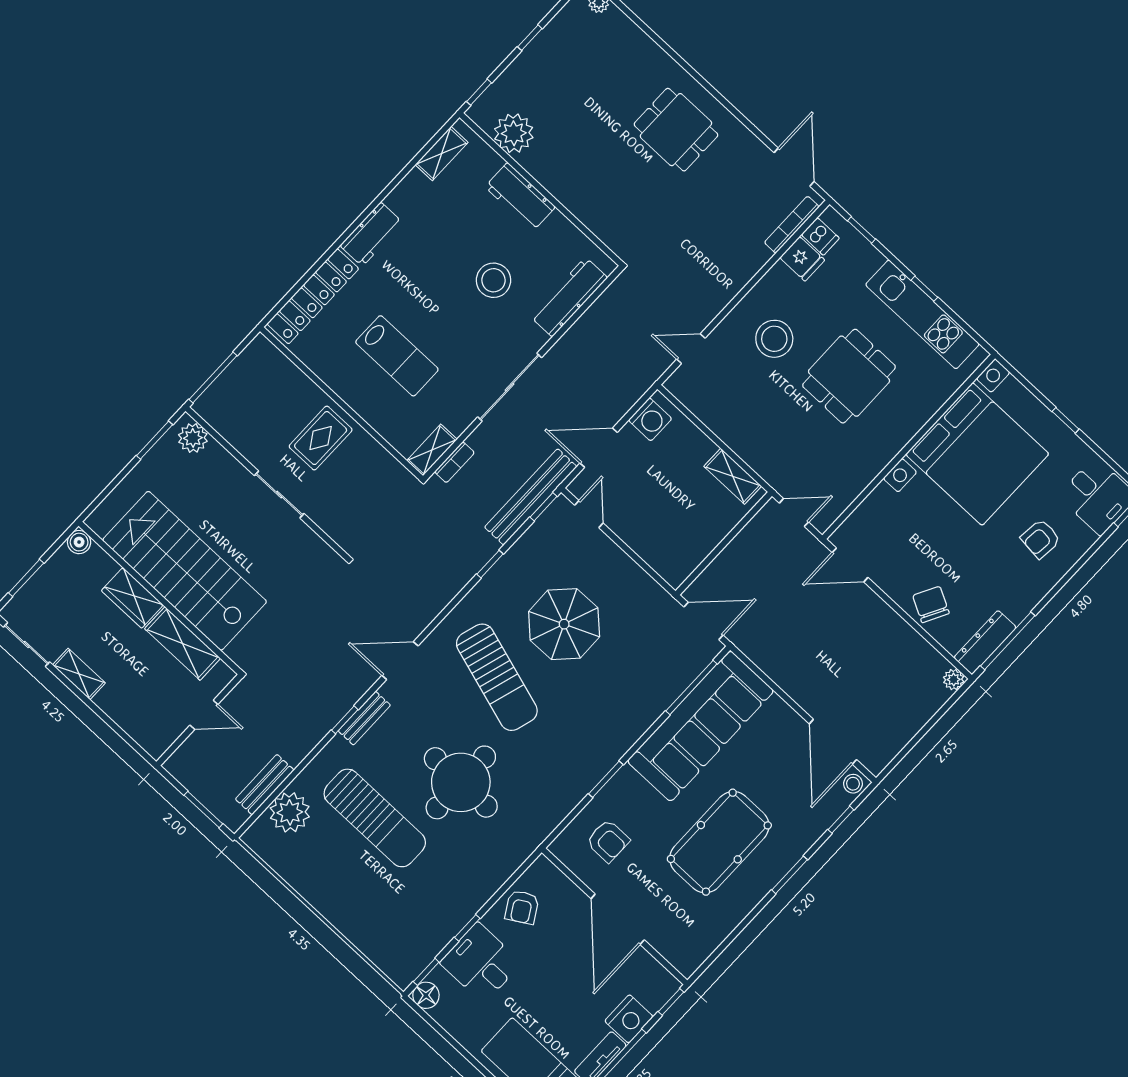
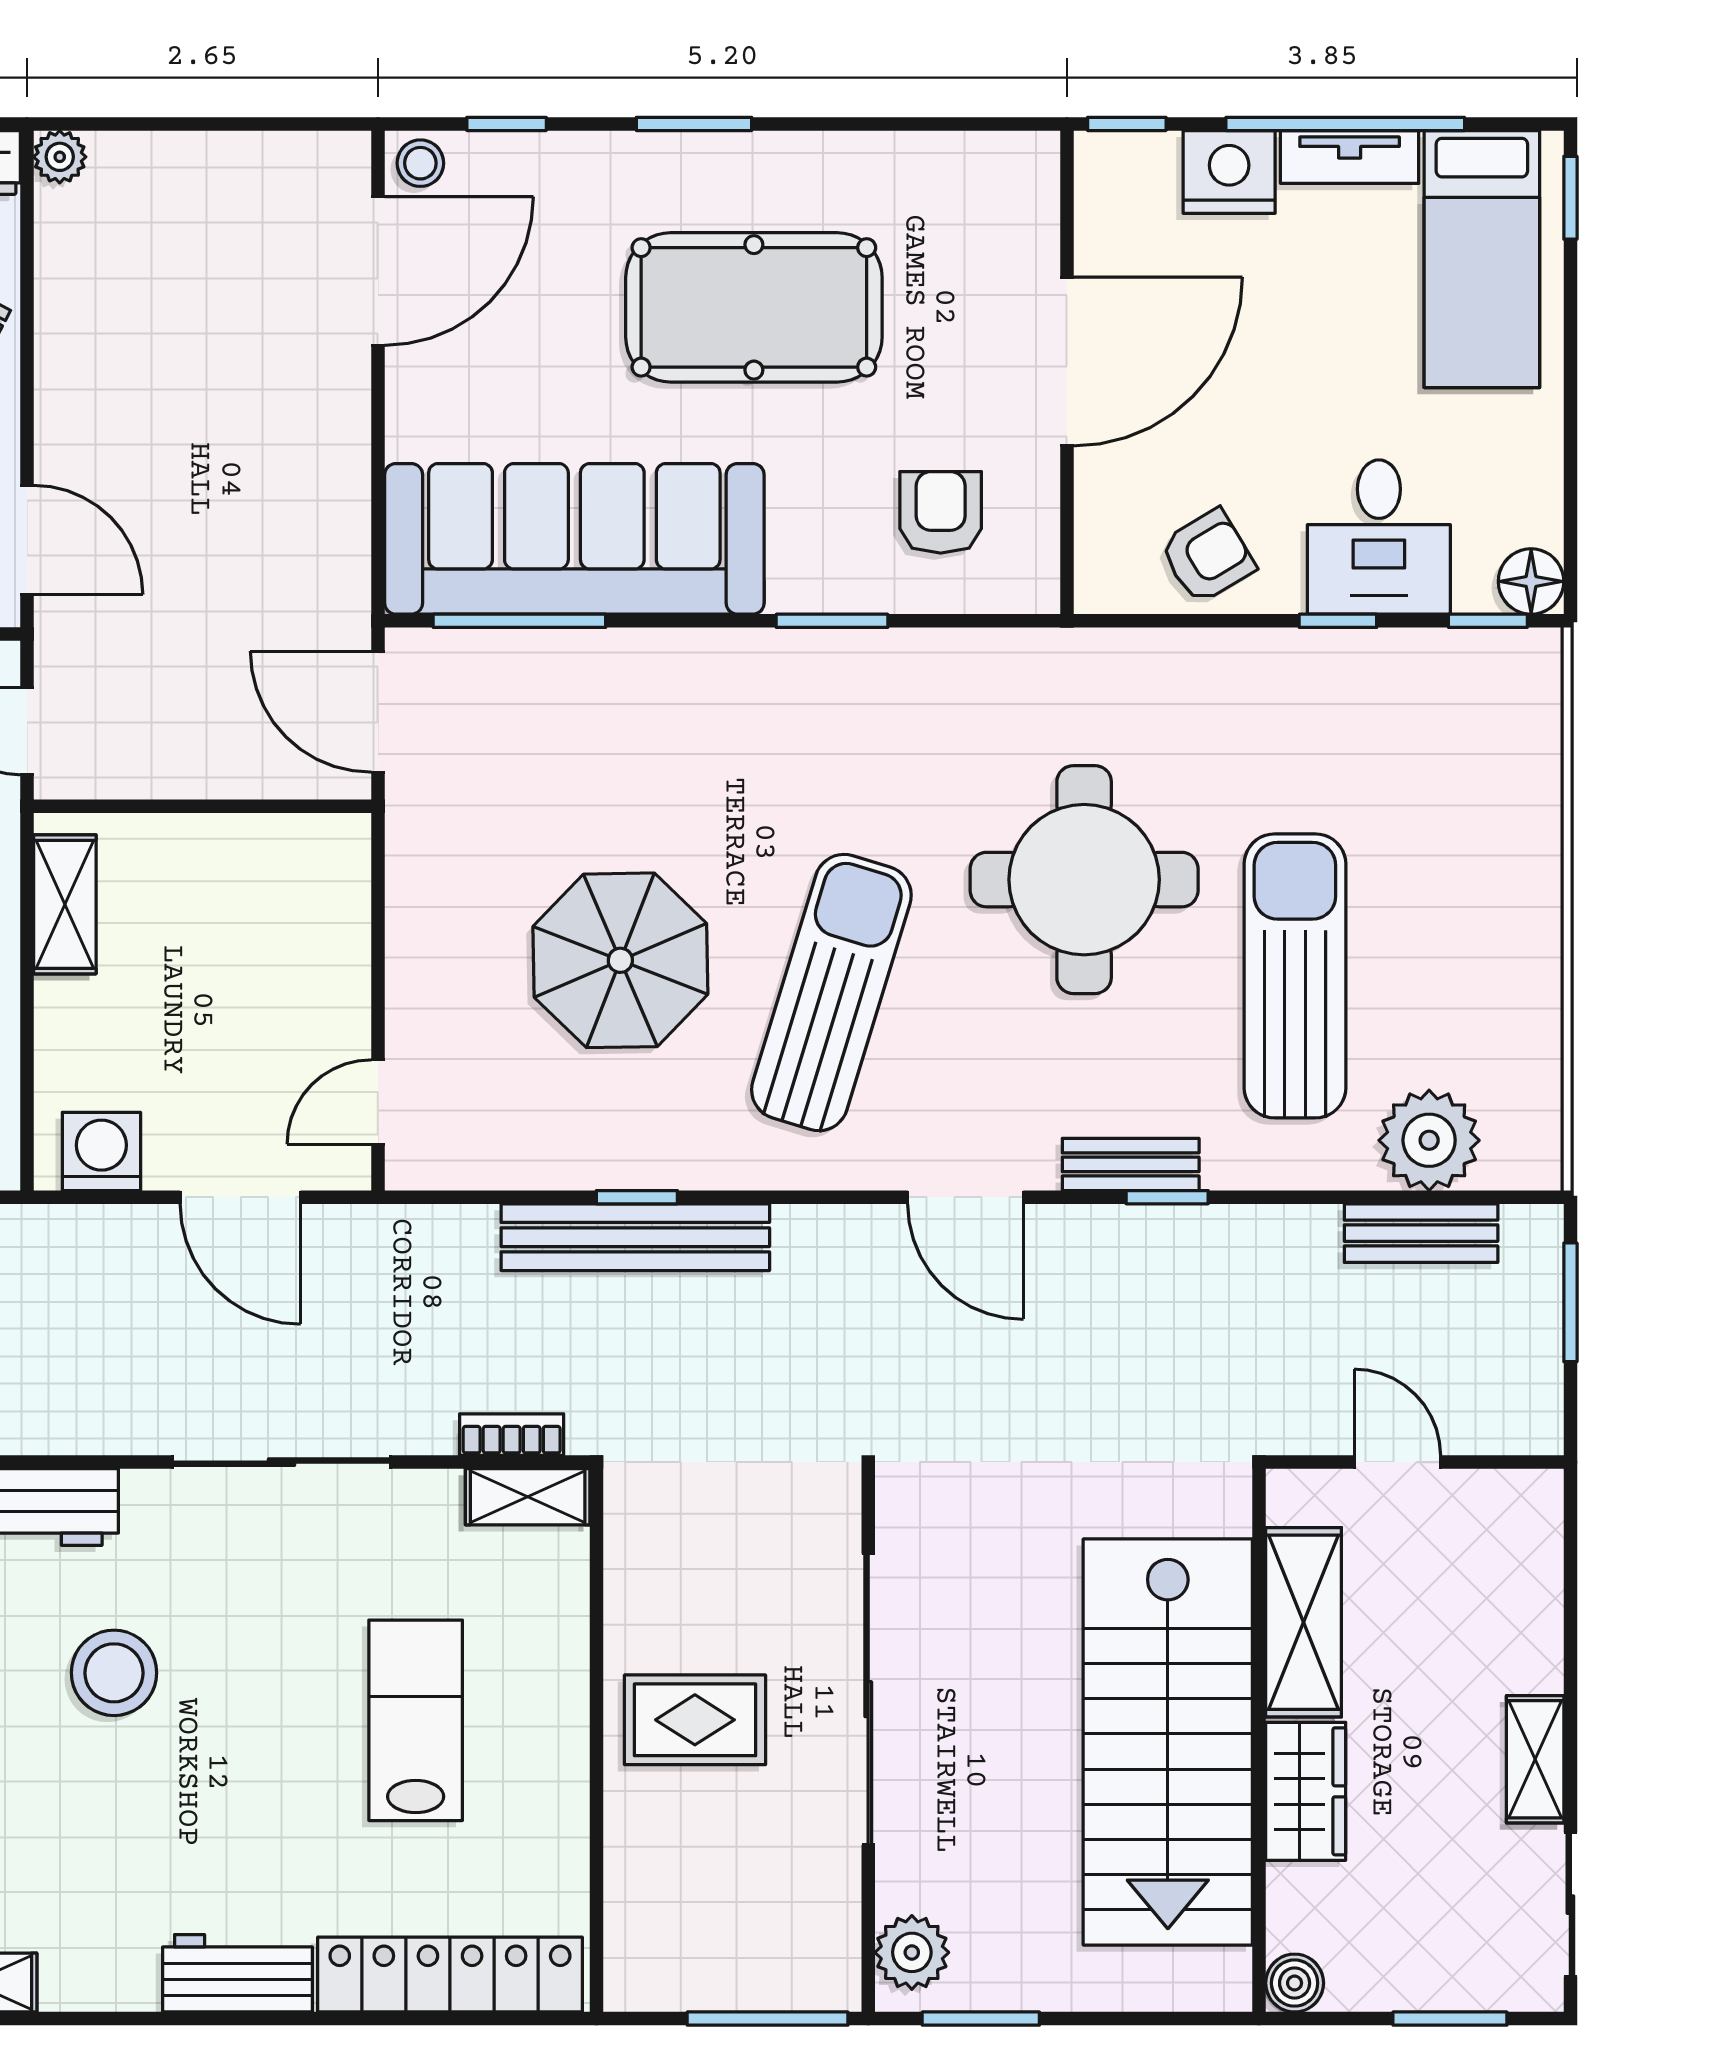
sliding door: (279, 495) -> (868, 1699), width x1.86
bench: (531, 497) -> (635, 1237), moved
window: (543, 507) -> (442, 1197), removed

